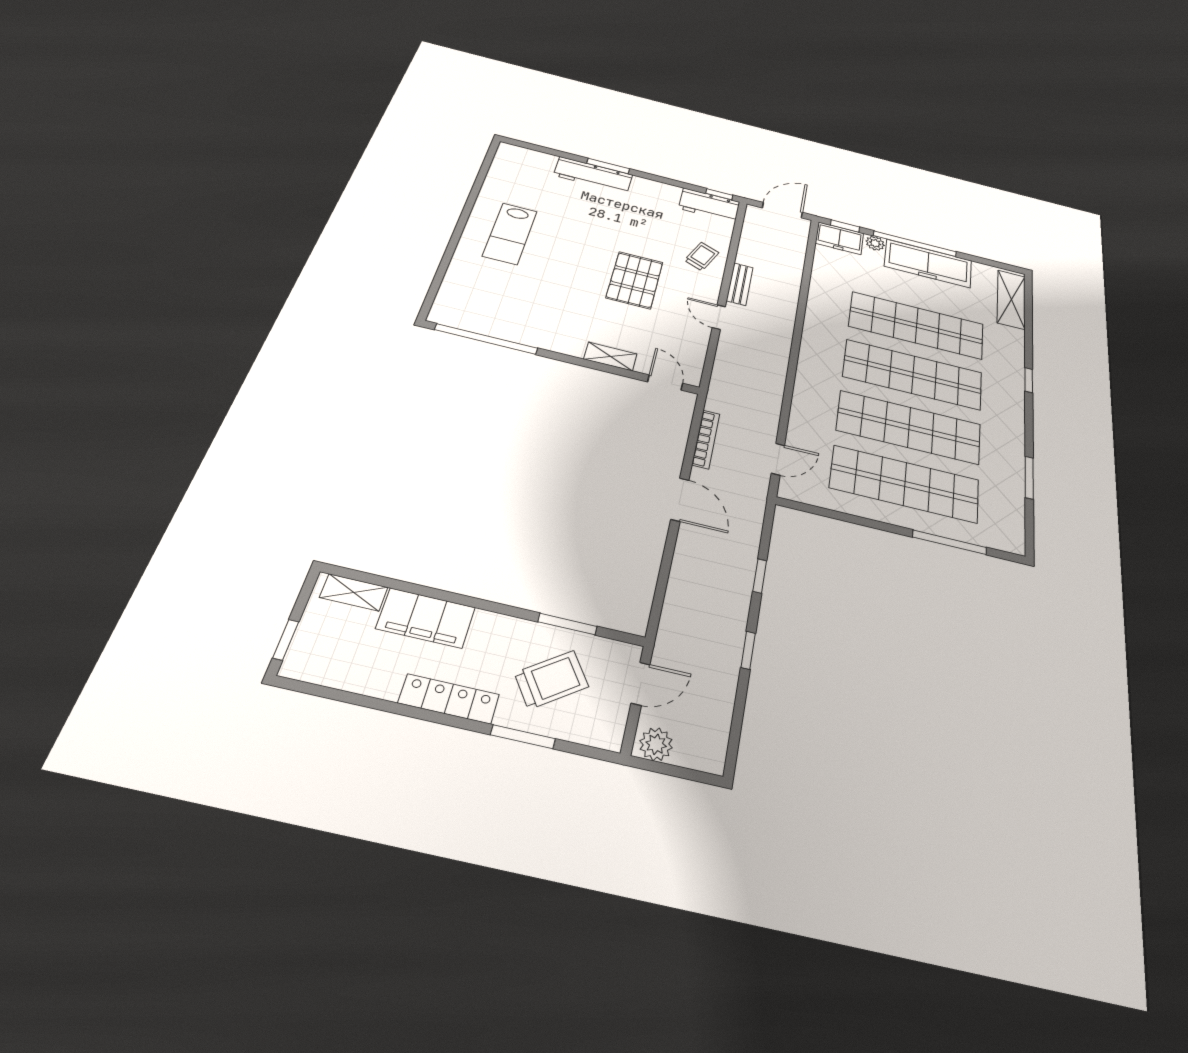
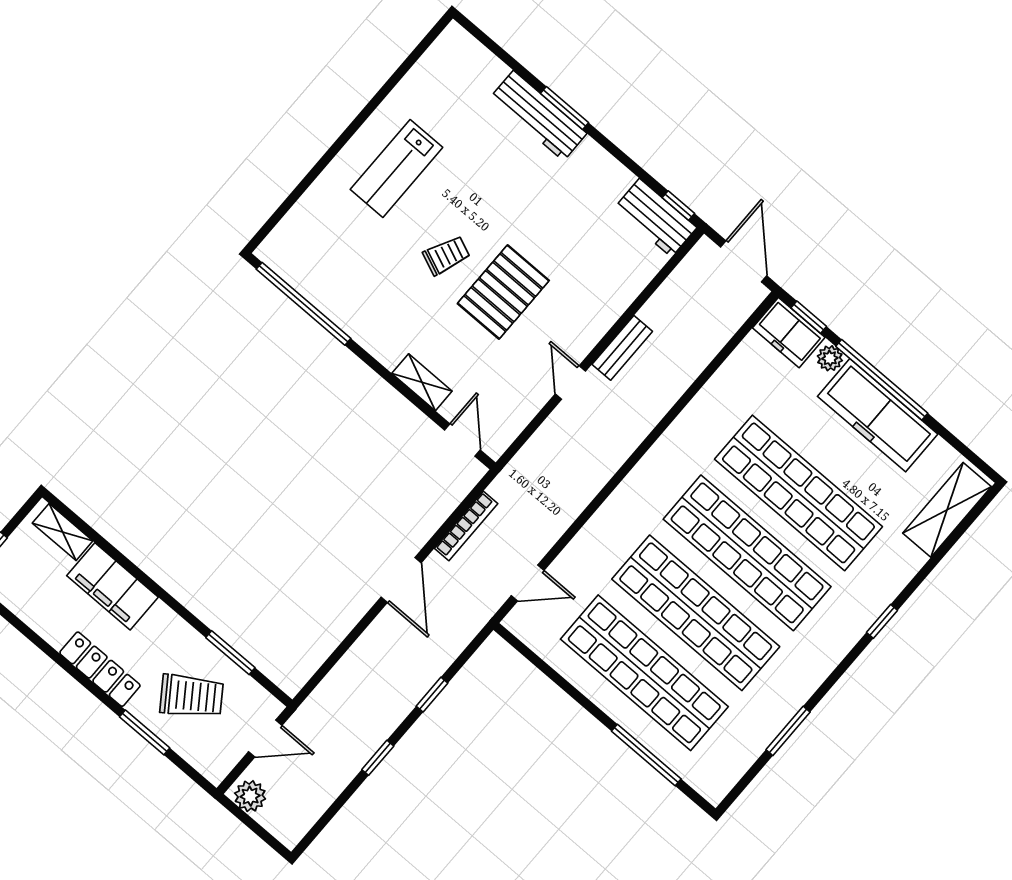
door: (782, 210) -> (744, 261), hinge flipped
trolley: (702, 256) -> (446, 255), moved

